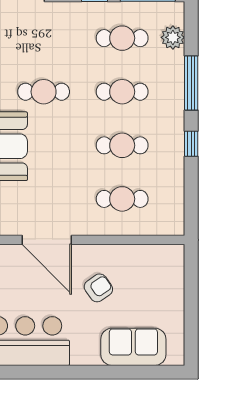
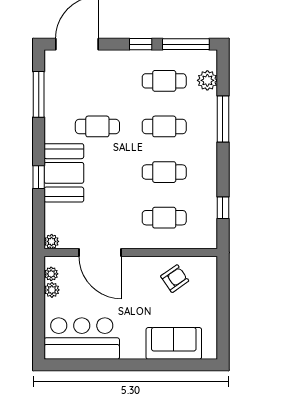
window: (191, 144) -> (223, 208), moved
armchair: (98, 288) -> (175, 279), moved

